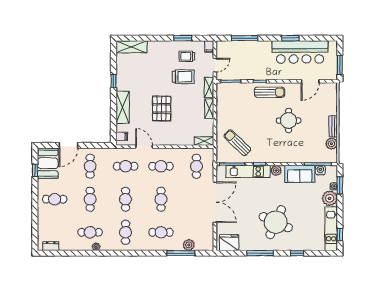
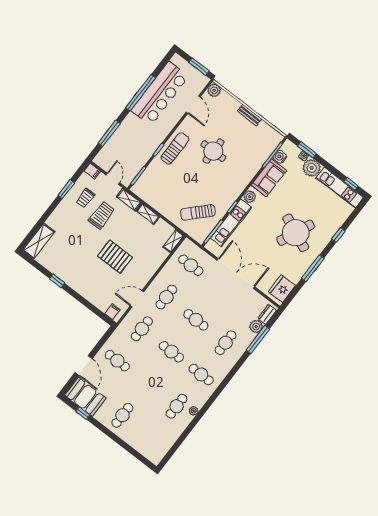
window: (290, 38) -> (141, 93), width x2.11
shelving: (123, 107) -> (87, 291), removed
plant: (331, 144) -> (214, 90), moved
cafe table: (90, 199) -> (147, 383), removed
dresser: (51, 246) -> (267, 314), moved

